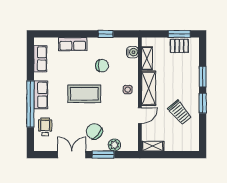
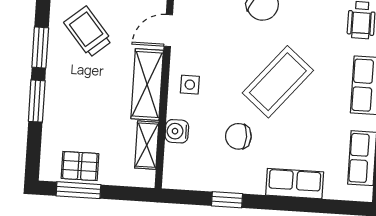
water cooler: (133, 52) -> (177, 131), moved
coffee table: (84, 94) -> (278, 82), turned -50

